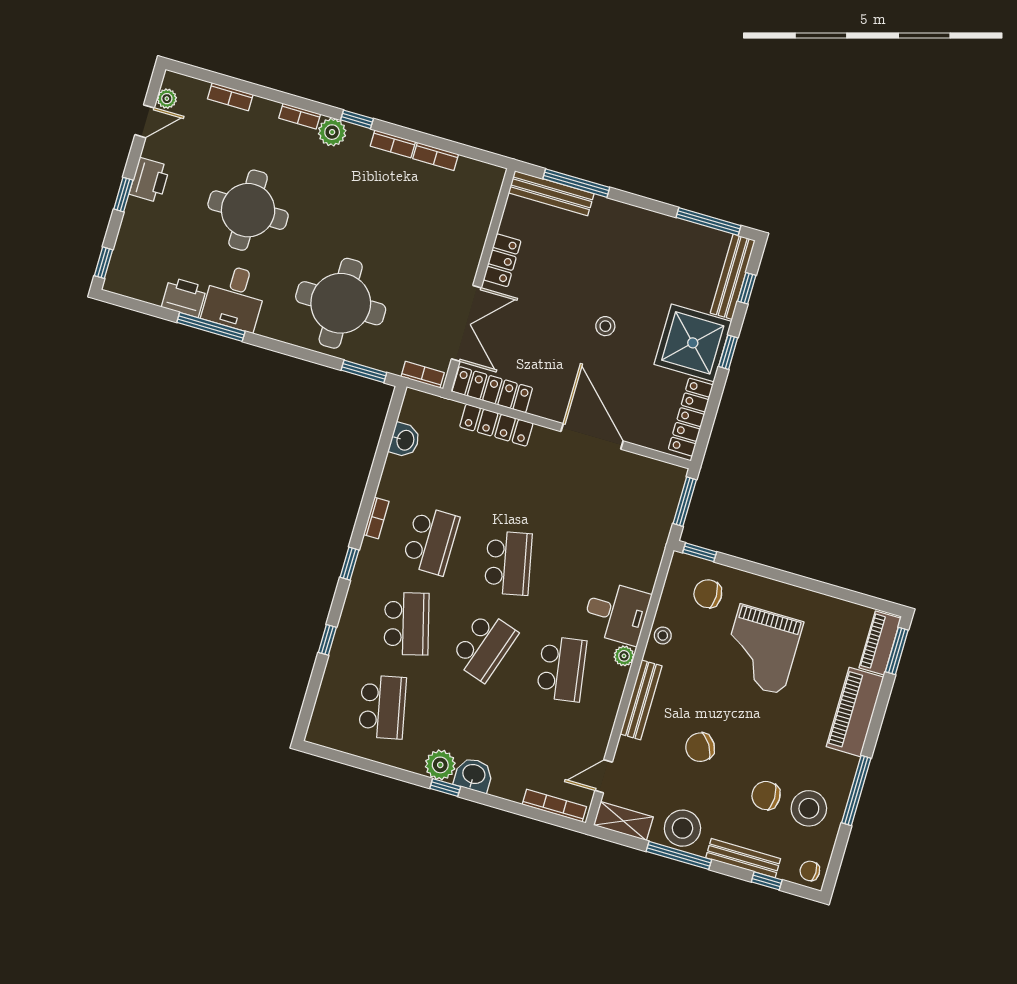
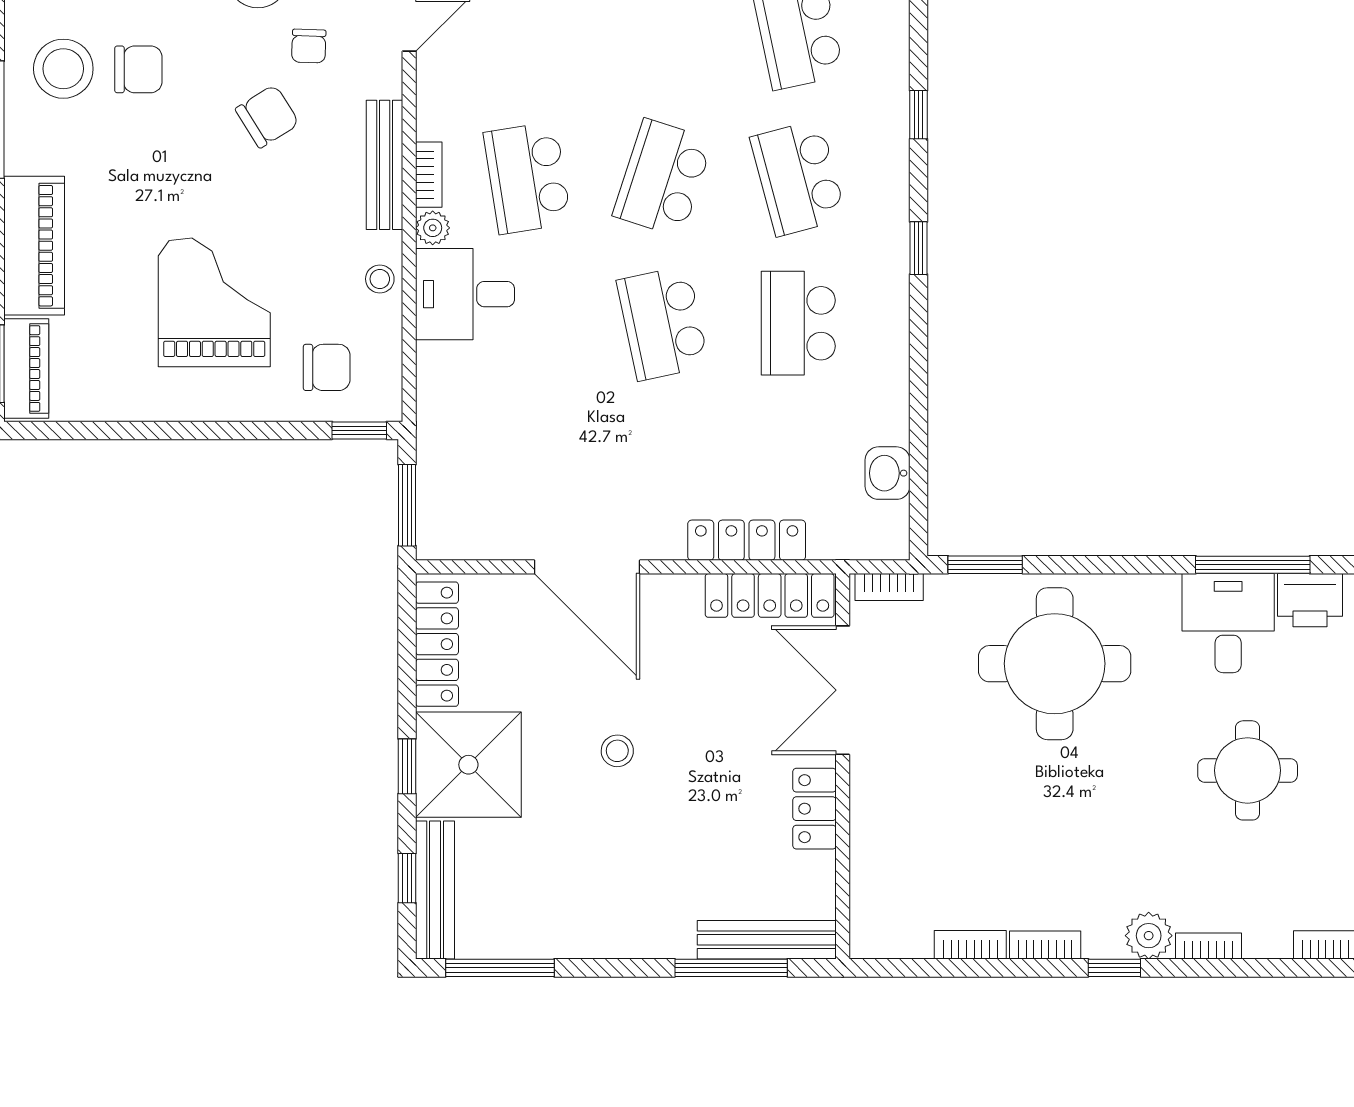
round table: (248, 210) -> (1248, 770), width x0.73, depth x0.73
bookcase: (376, 518) -> (429, 175), moved, turned 180
chair: (665, 781) -> (309, 46), added

